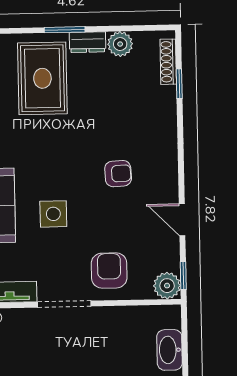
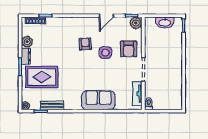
side table: (53, 214) -> (105, 53), moved
armchair: (109, 271) -> (129, 49), turned -90

